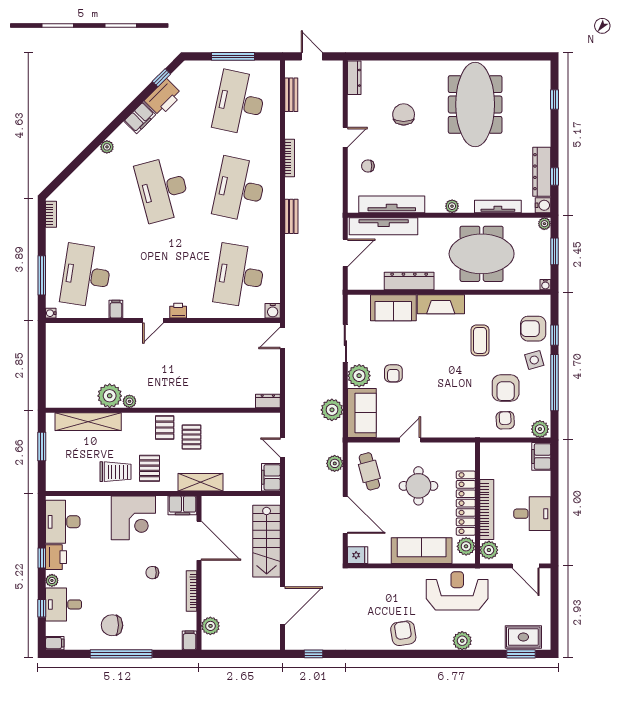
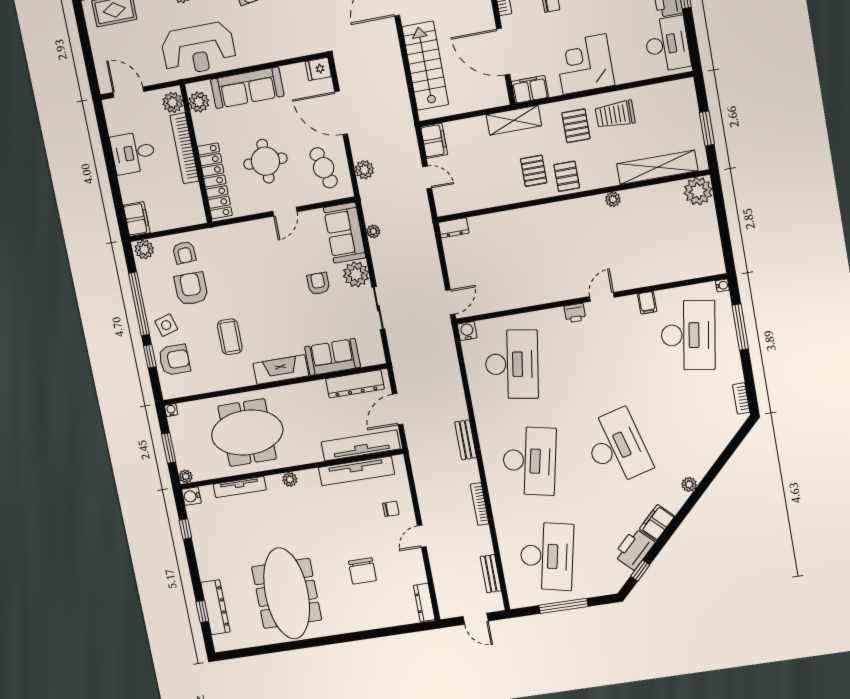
dresser: (542, 172) -> (215, 607), moved
dresser: (409, 281) -> (355, 384), moved
plant: (110, 396) -> (698, 191), moved
plant: (332, 410) -> (373, 231), width x0.53, depth x0.53
locker: (466, 503) -> (215, 181), moved

